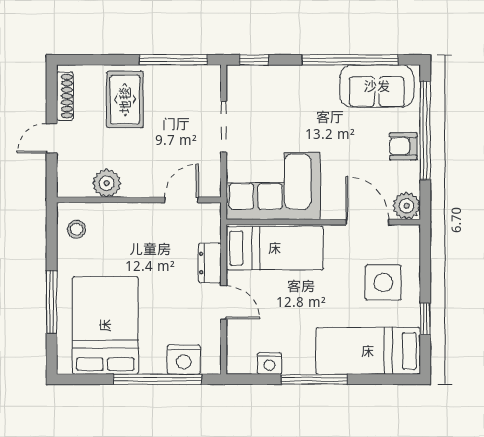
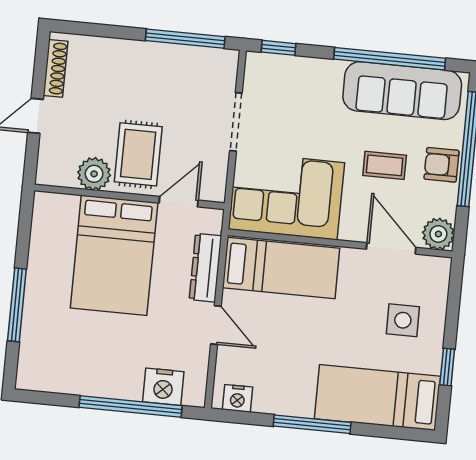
sofa: (377, 86) -> (402, 91), width x1.36
rug: (125, 100) -> (138, 154), moved
coffee table: (355, 152) -> (385, 165), added
stool: (77, 229) -> (54, 224), removed
dresser: (210, 263) -> (206, 268), width x1.44
side table: (383, 283) -> (403, 320), width x0.73, depth x0.73
bed: (105, 325) -> (114, 255), moved, turned 180
nightstand: (270, 363) -> (237, 398), moved

